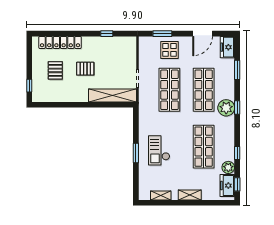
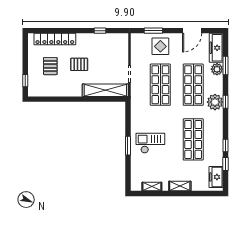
freezer: (227, 47) -> (216, 48), width x1.40
checkout: (159, 150) -> (150, 143), turned 90
plant: (228, 167) -> (217, 69), moved
window: (237, 184) -> (226, 164), moved

